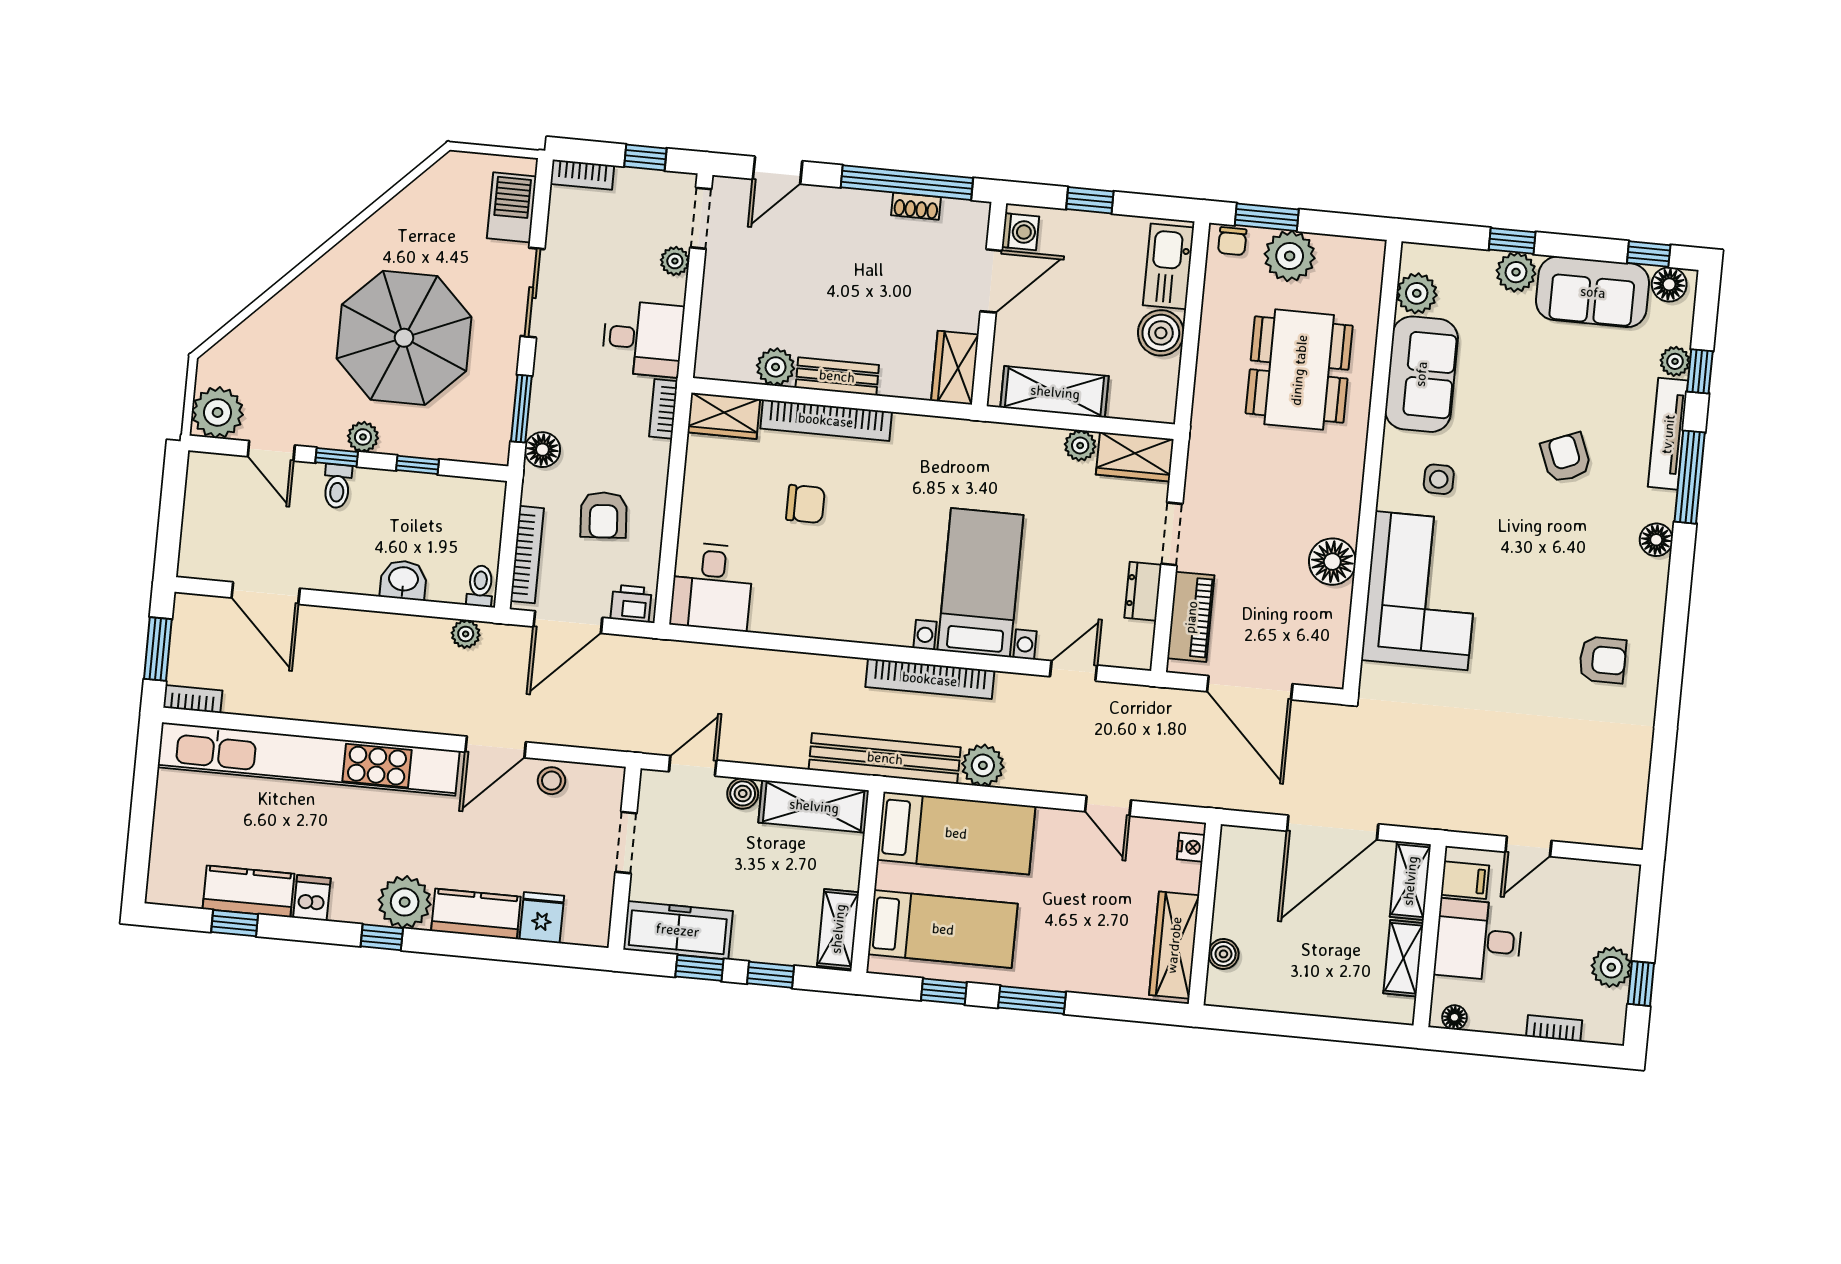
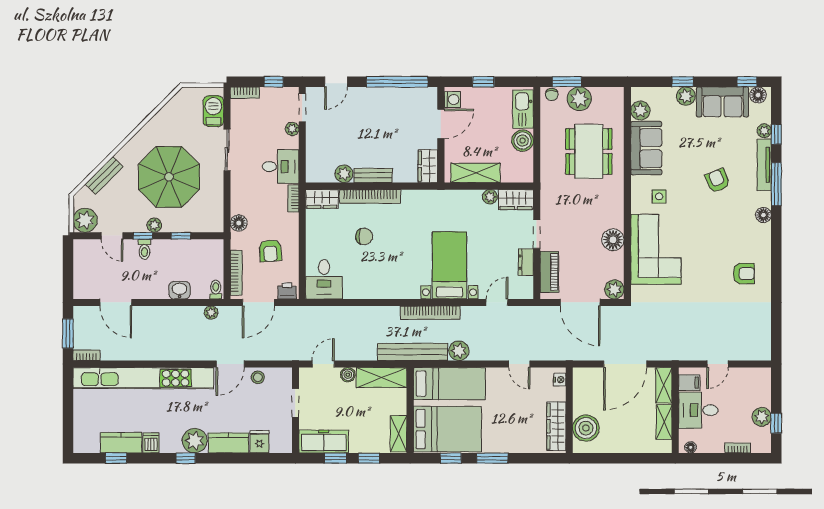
shoe rack: (916, 206) -> (402, 92), removed
bench: (267, 321) -> (104, 175), added
window: (521, 409) -> (227, 205), removed
plant: (1325, 667) -> (614, 289), added
bed: (943, 929) -> (447, 429), width x1.50
boiler: (1223, 954) -> (586, 428), width x1.86, depth x1.86

